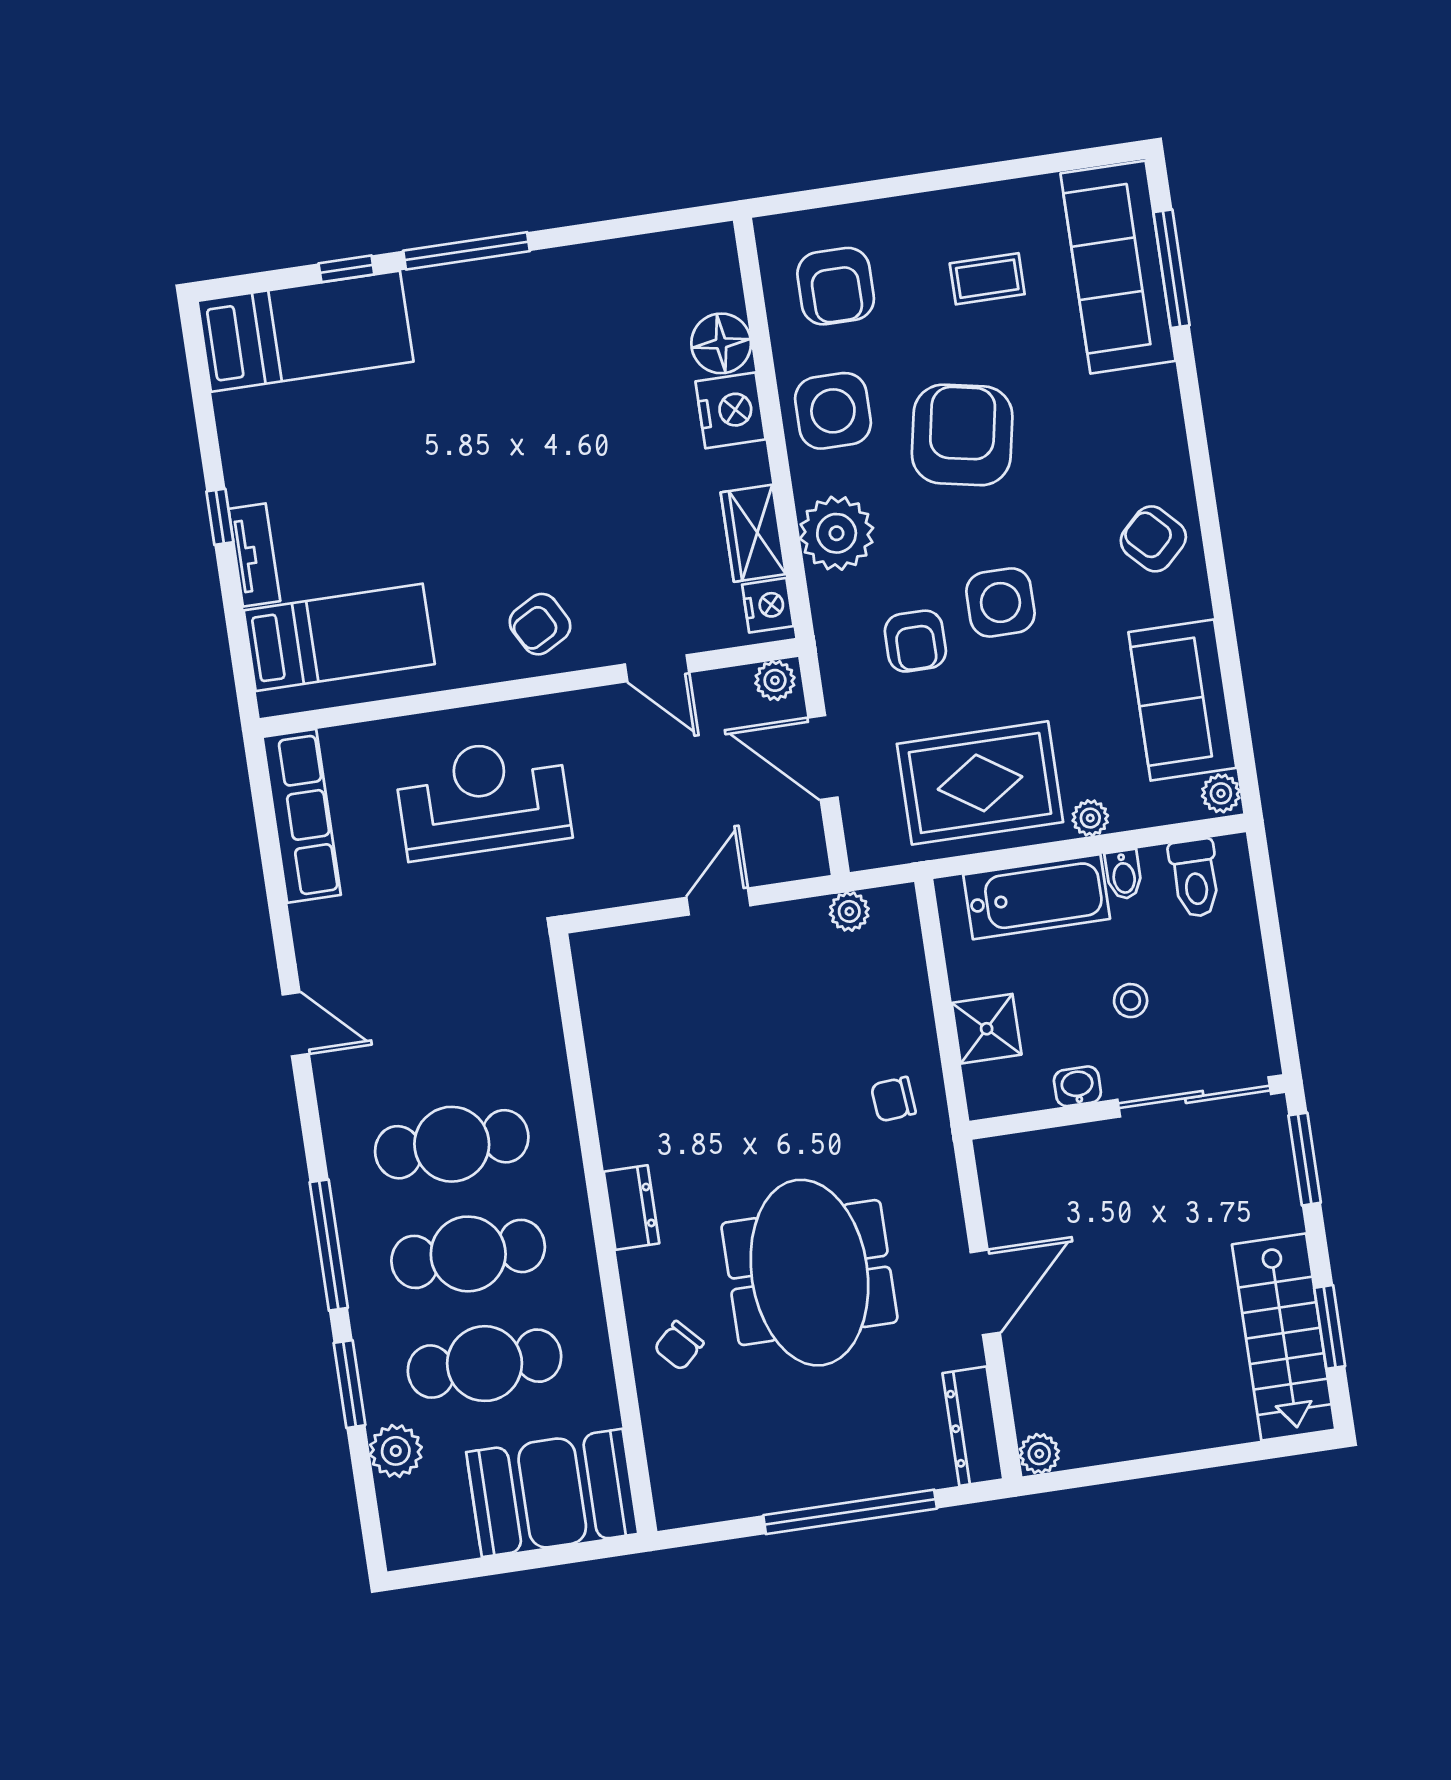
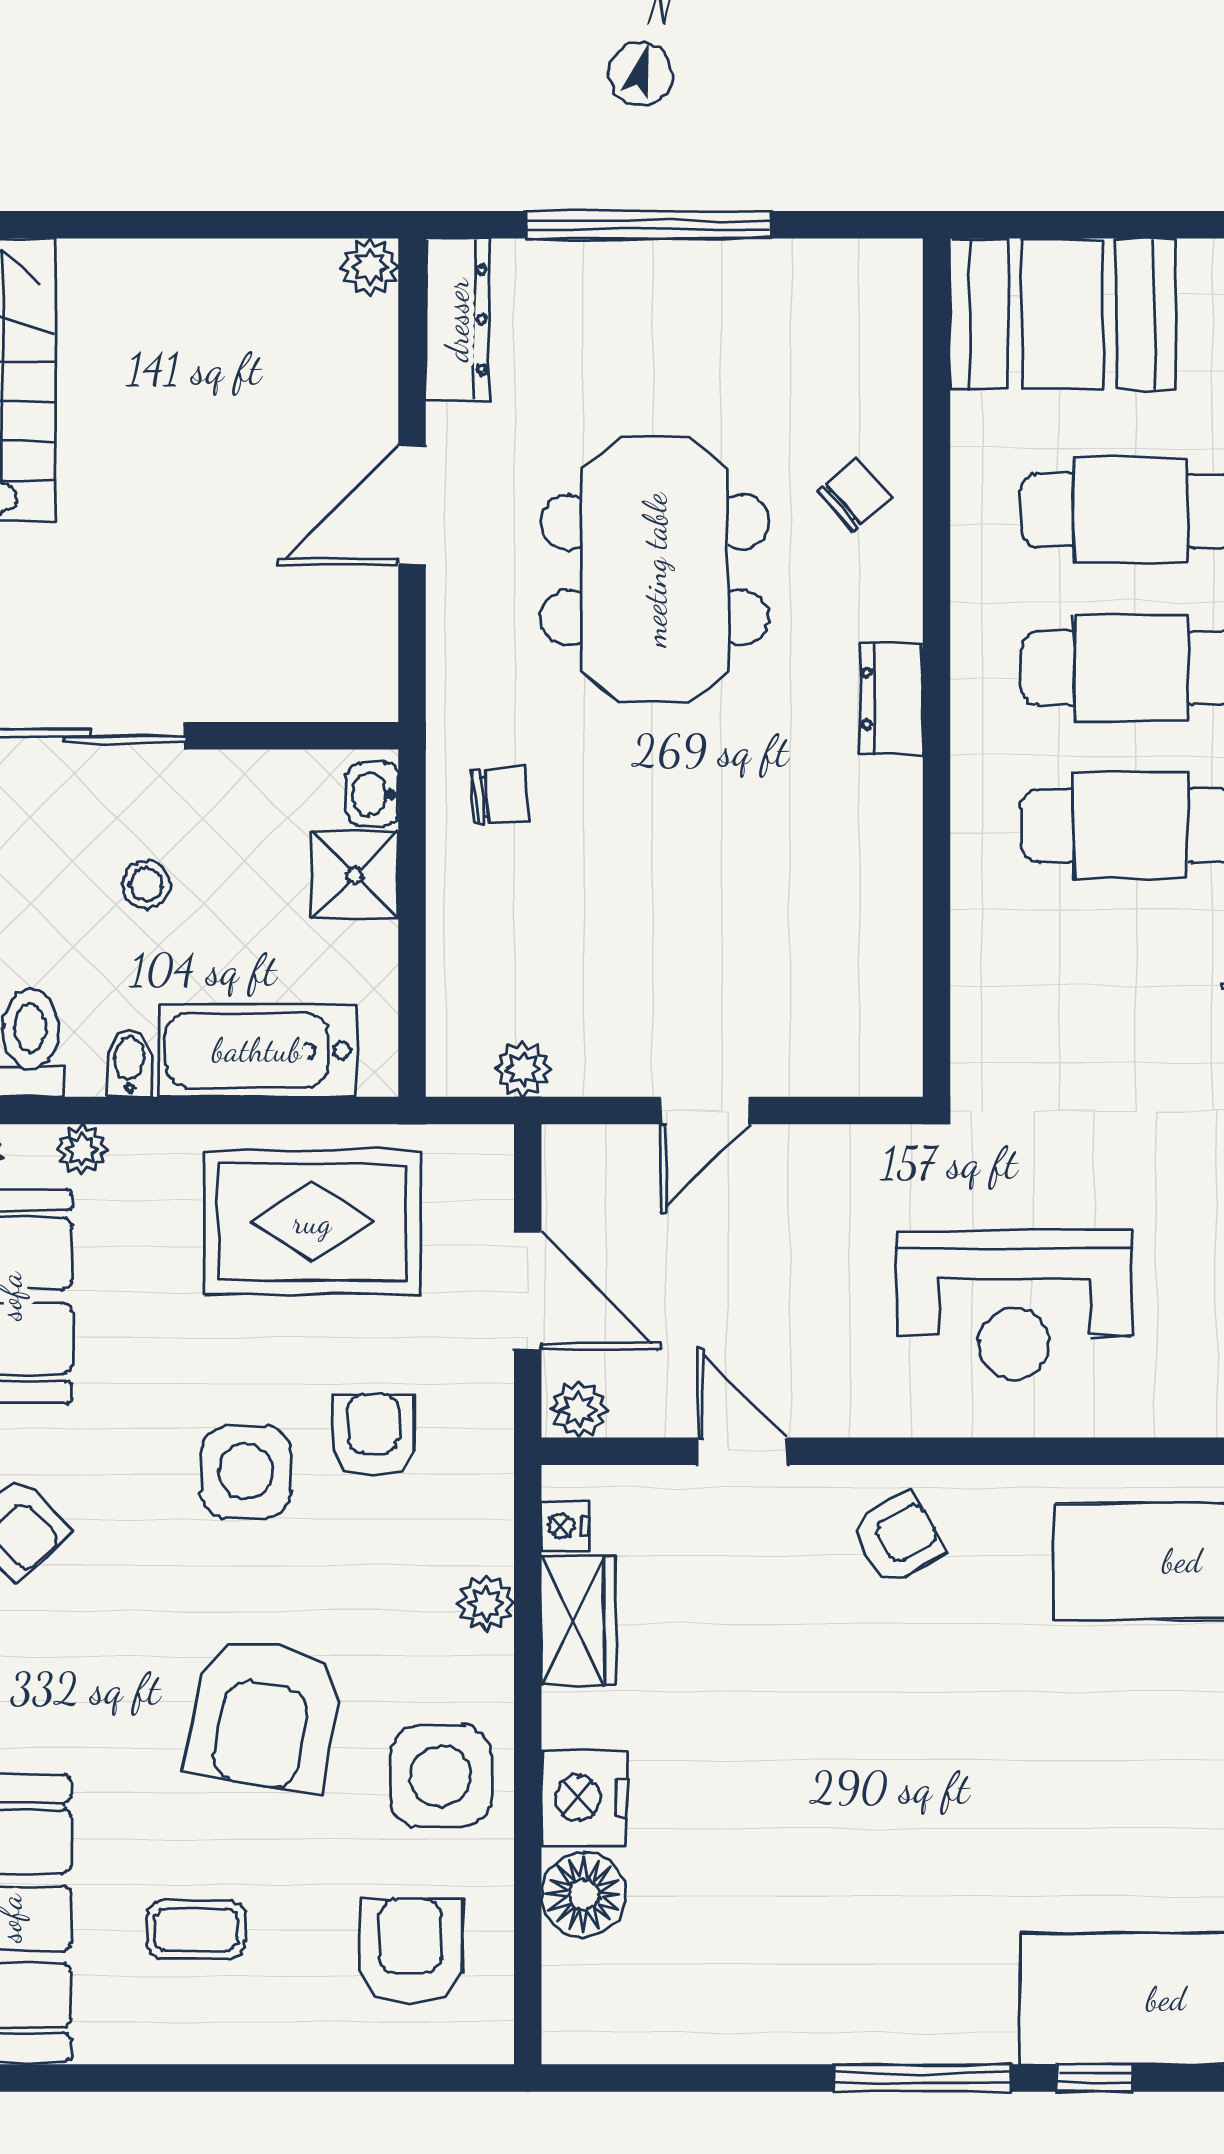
plant: (837, 533) -> (486, 1603), width x0.53, depth x0.53
nightstand: (768, 605) -> (565, 1526), width x0.72, depth x0.74
plant: (1090, 818) -> (82, 1150), moved
washbasin: (1077, 1086) -> (372, 794), moved, turned 90

